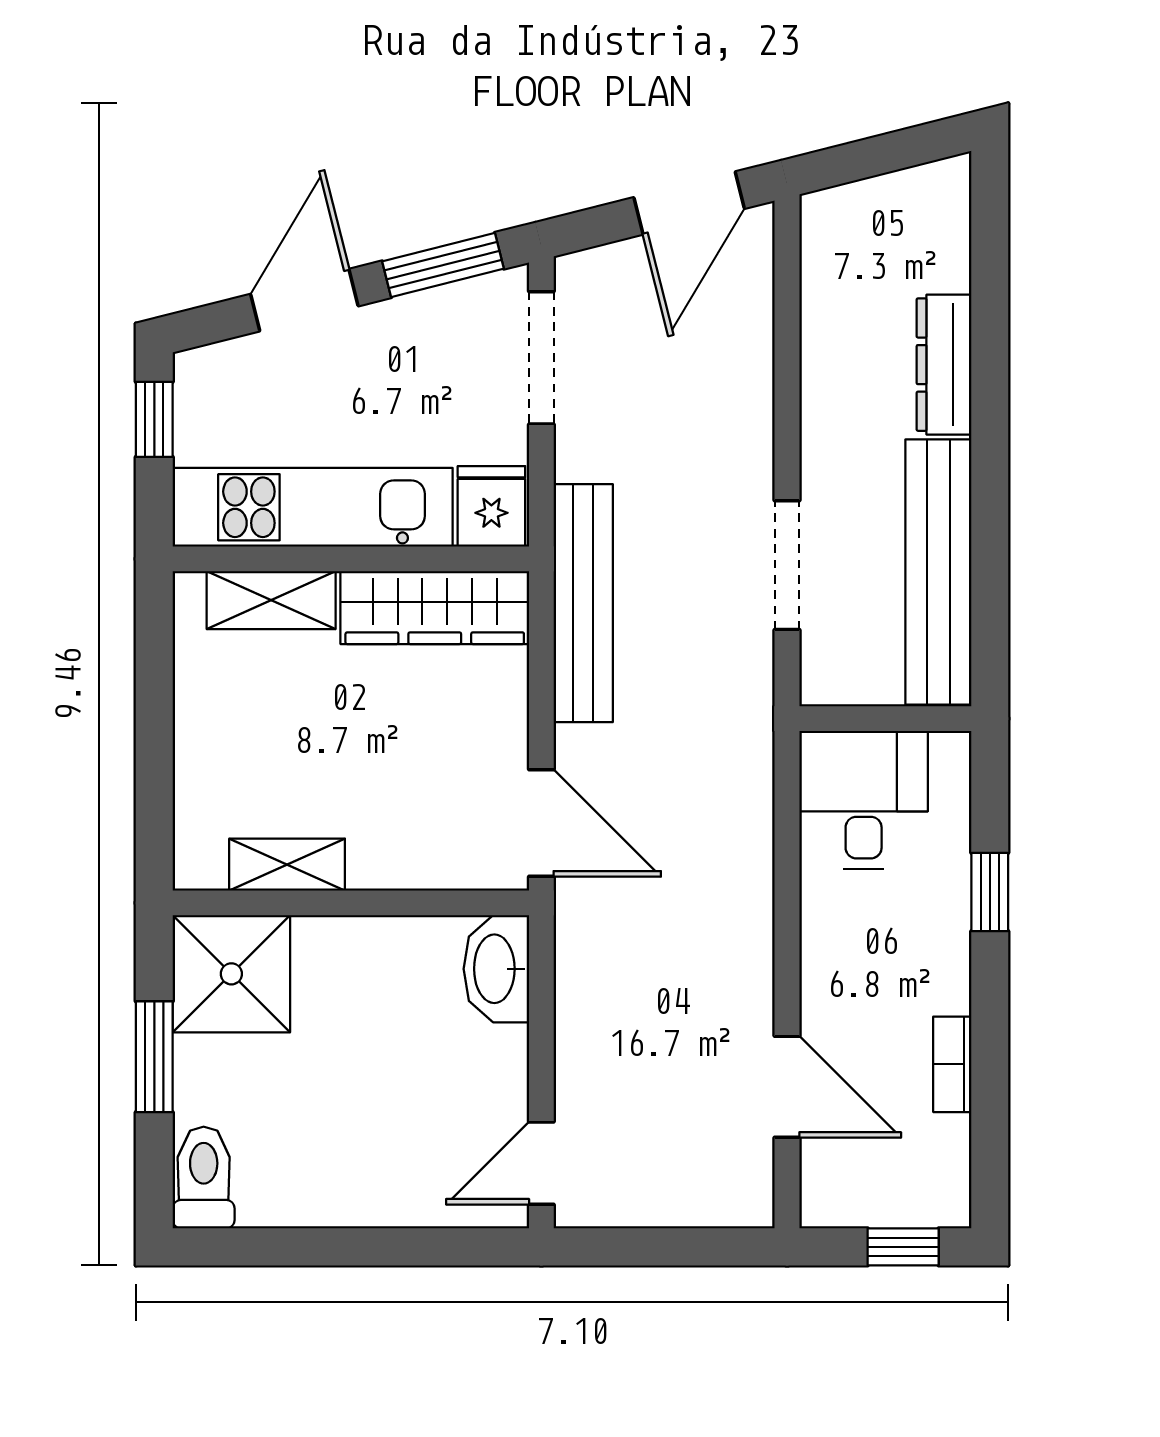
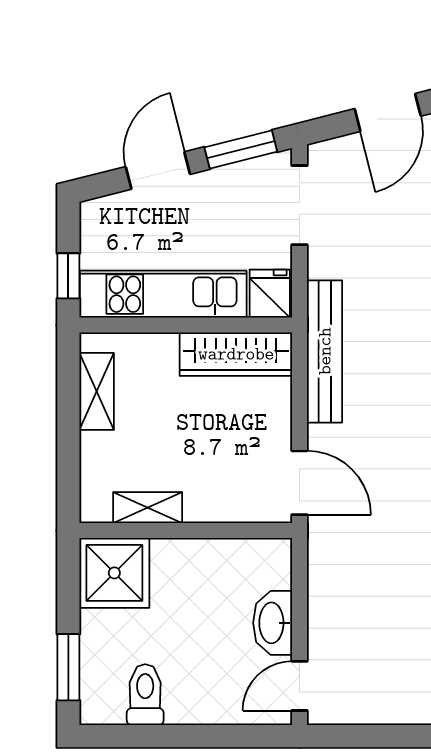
window: (154, 419) -> (68, 276), moved
shelving: (271, 600) -> (97, 391), moved, turned 90
washbasin: (496, 969) -> (273, 623), moved
window: (154, 1057) -> (68, 667), moved
toilet: (204, 1178) -> (145, 695), moved

